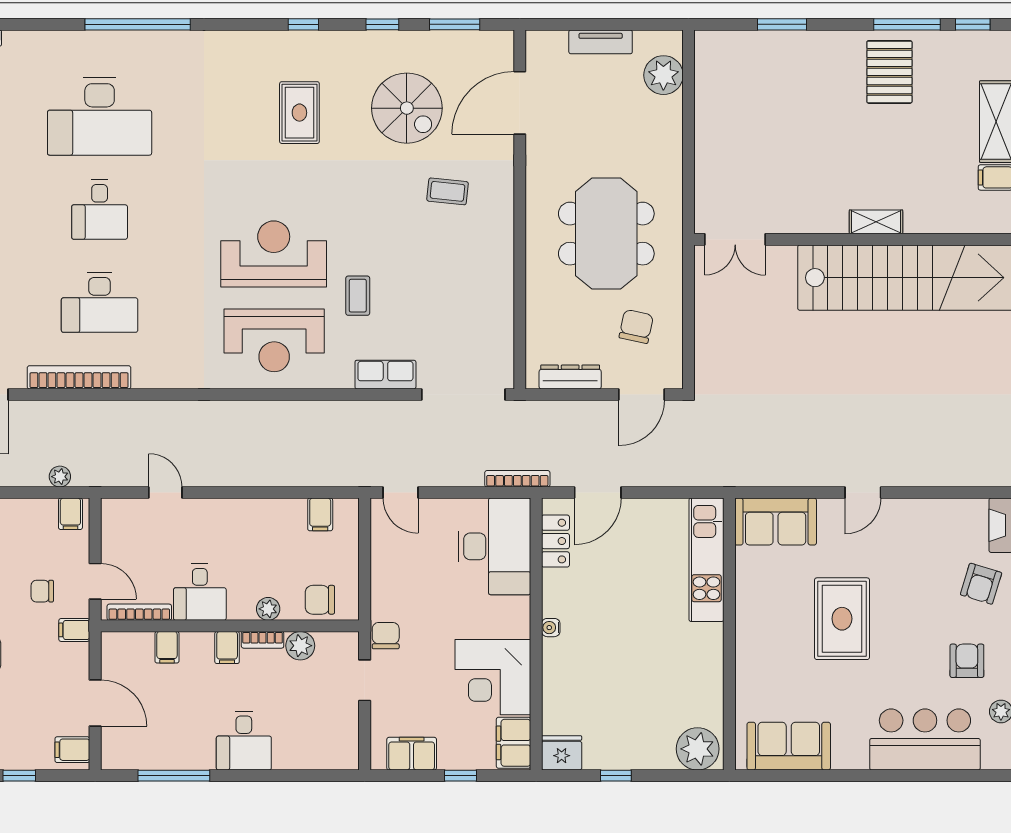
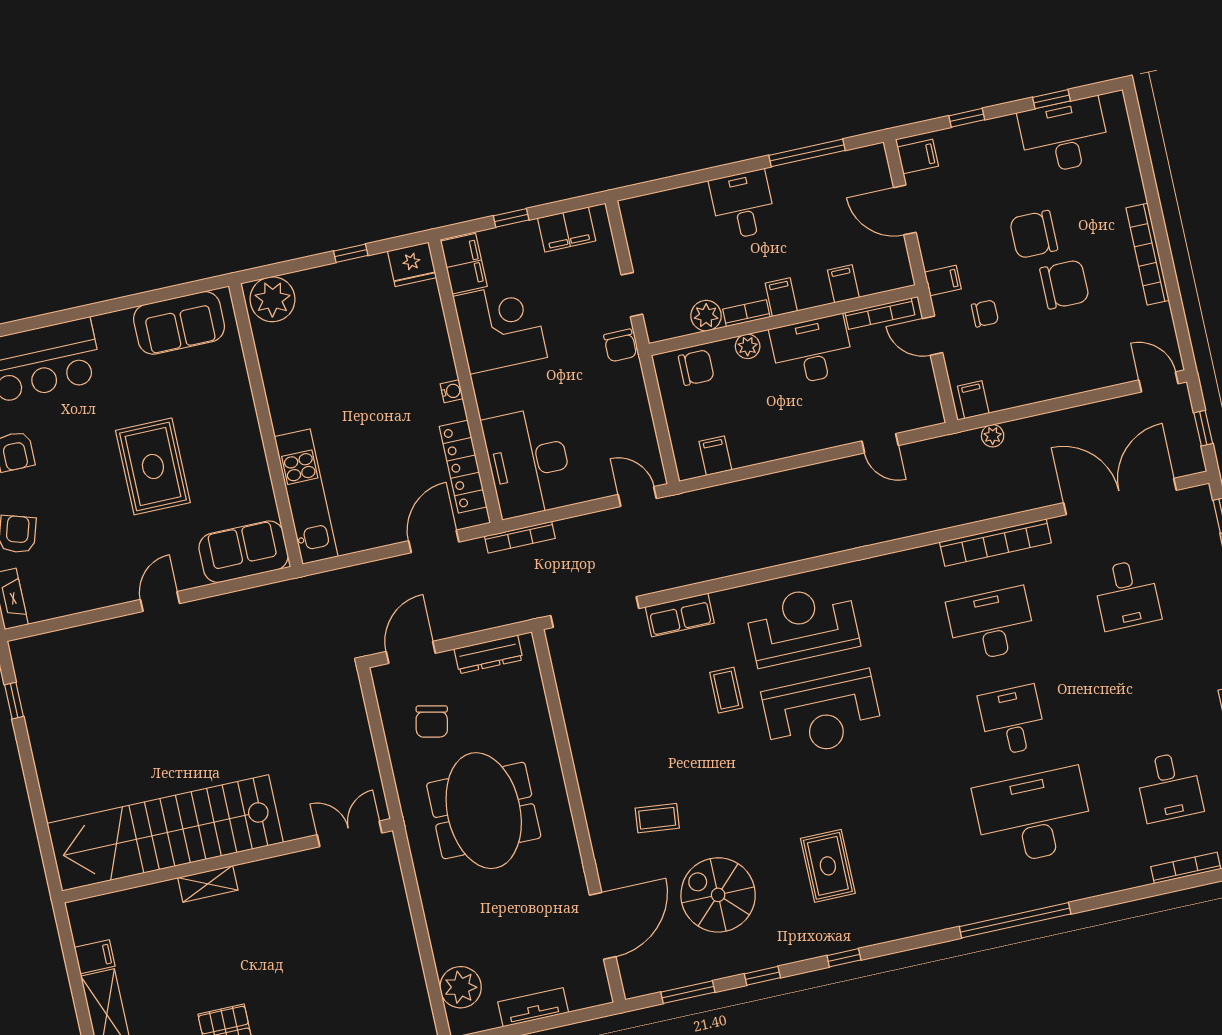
locker: (555, 541) -> (463, 467), width x1.53
desk: (200, 592) -> (812, 350), width x1.37

